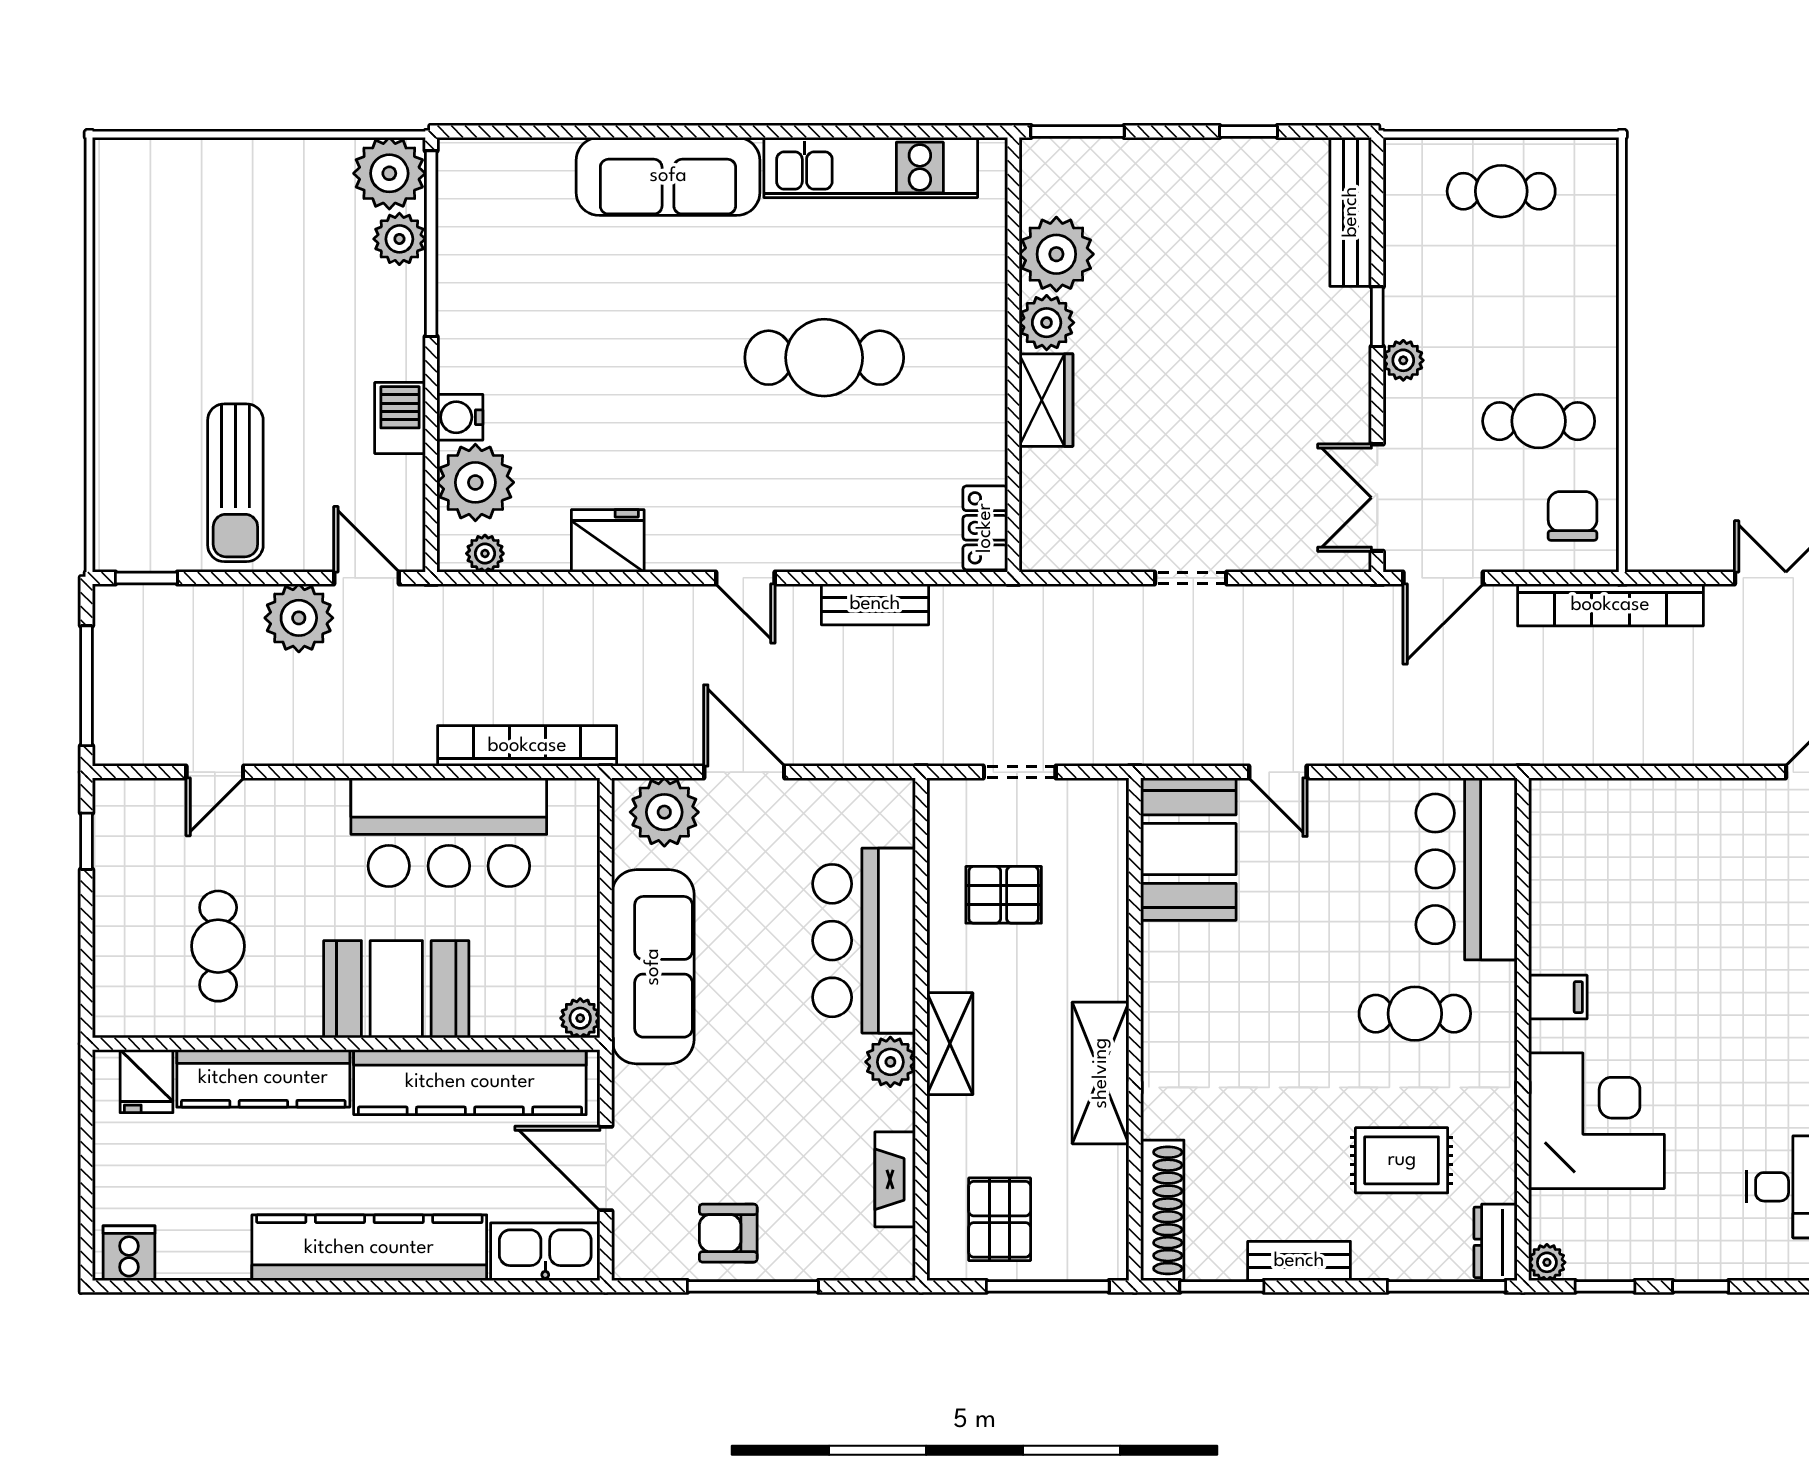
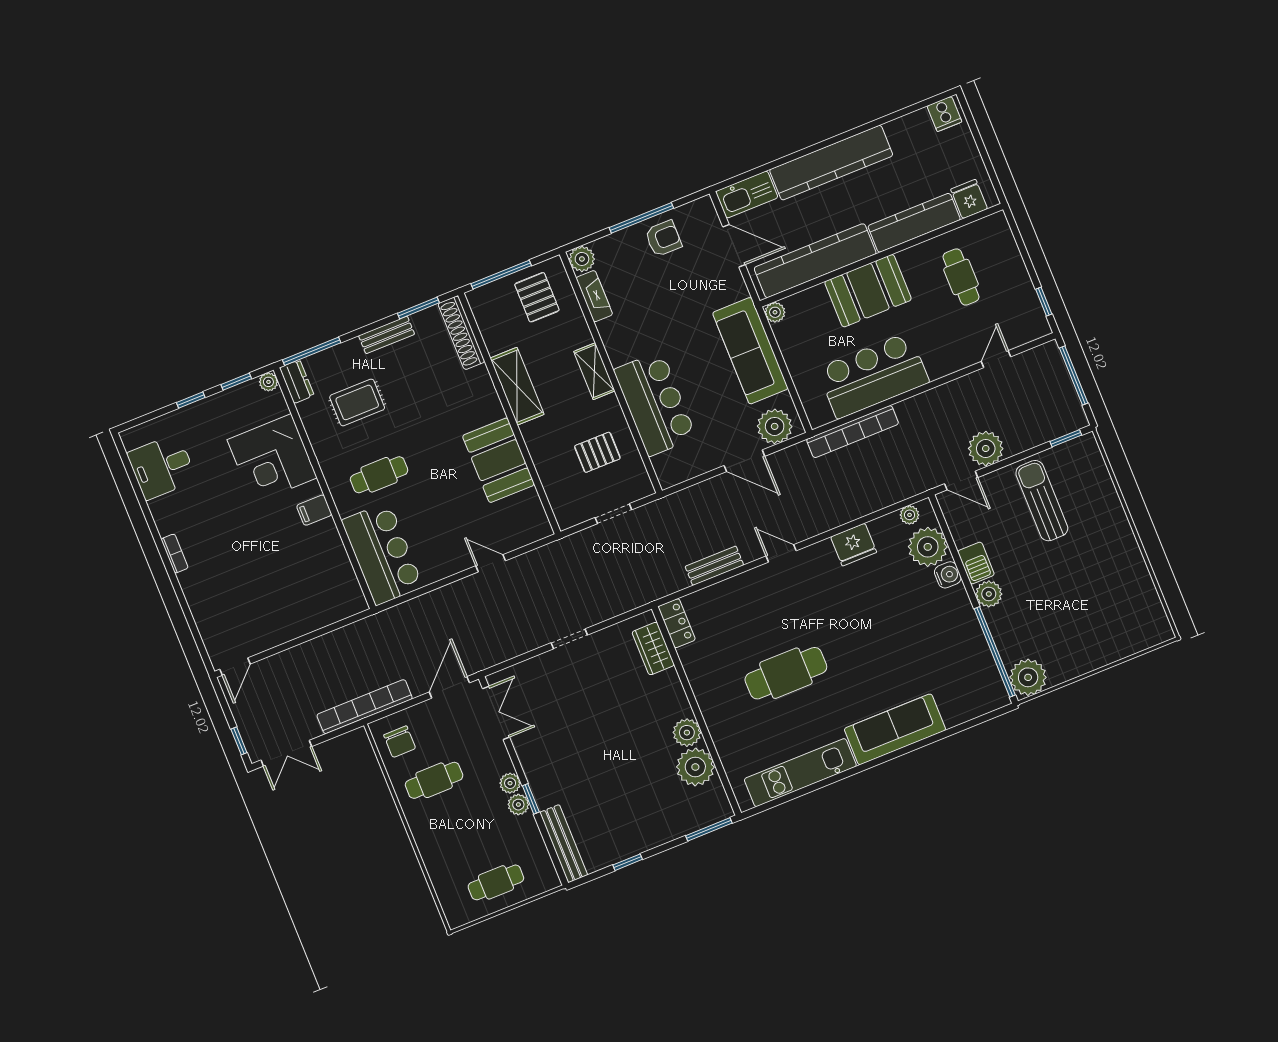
plant: (399, 239) -> (989, 594), moved
plant: (1404, 316) -> (518, 805), added
wardrobe: (1046, 400) -> (653, 648), moved
booth: (1188, 849) -> (498, 460), moved
plant: (890, 1062) -> (582, 259), moved

